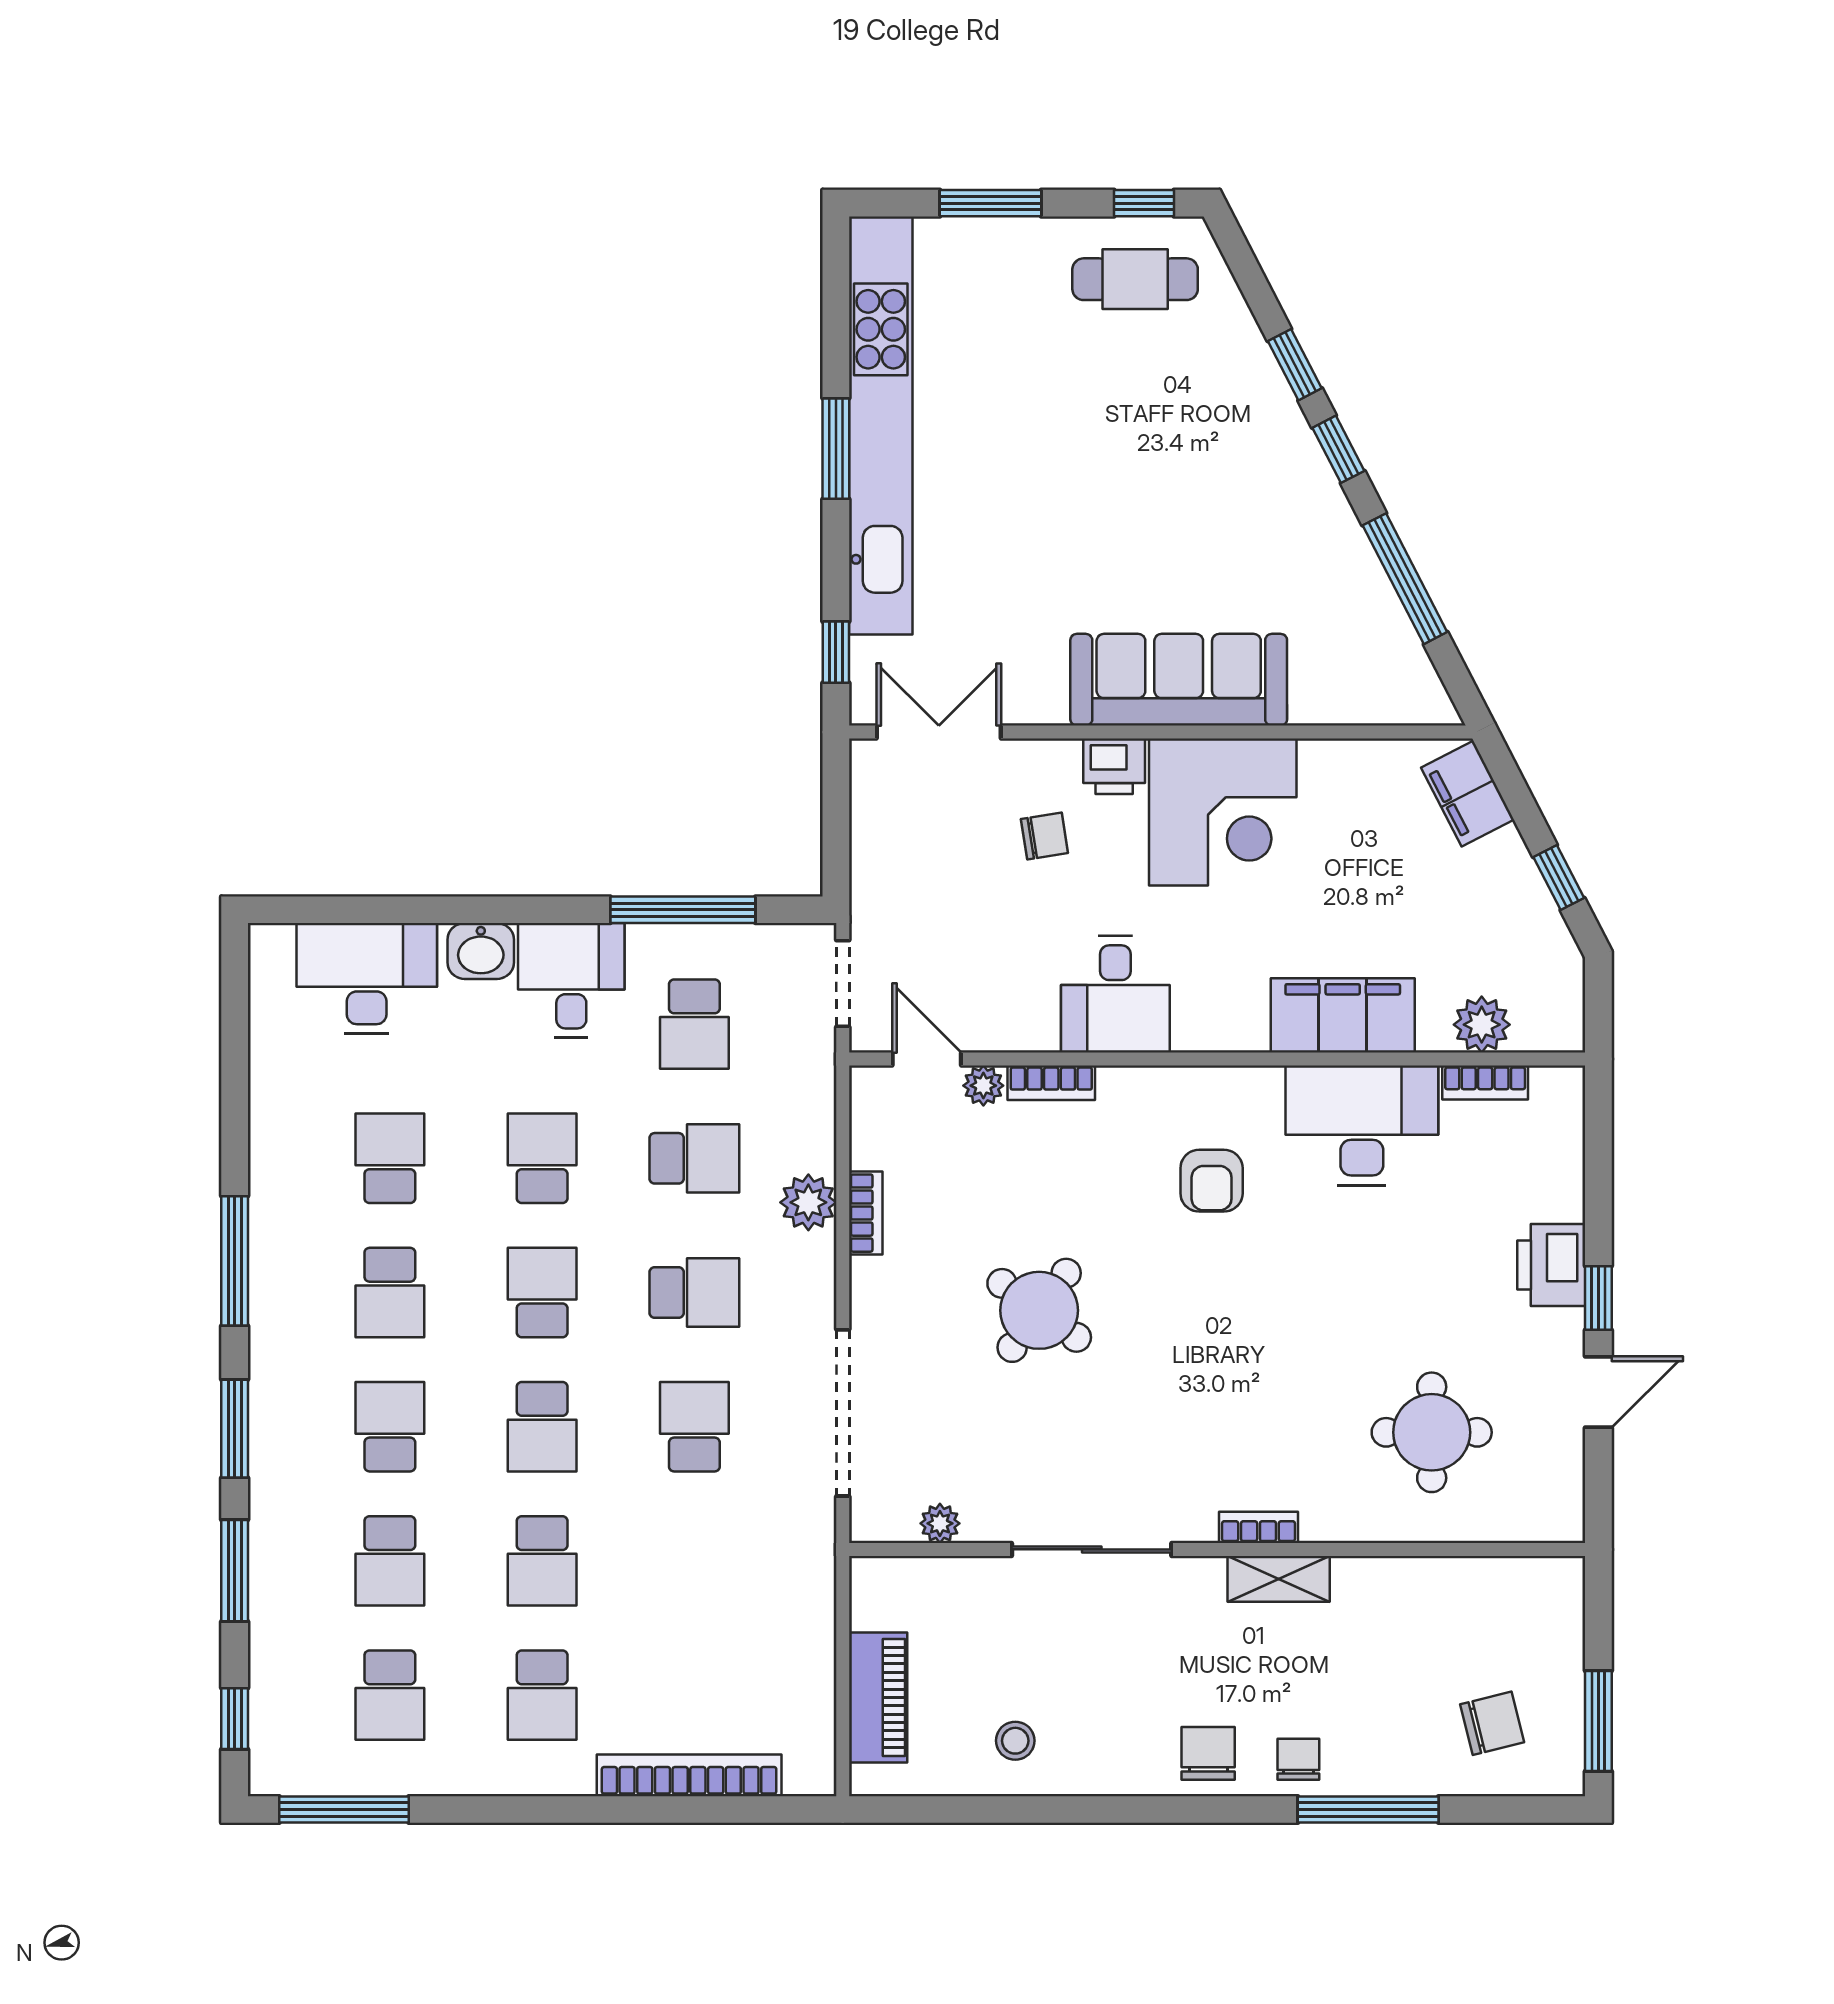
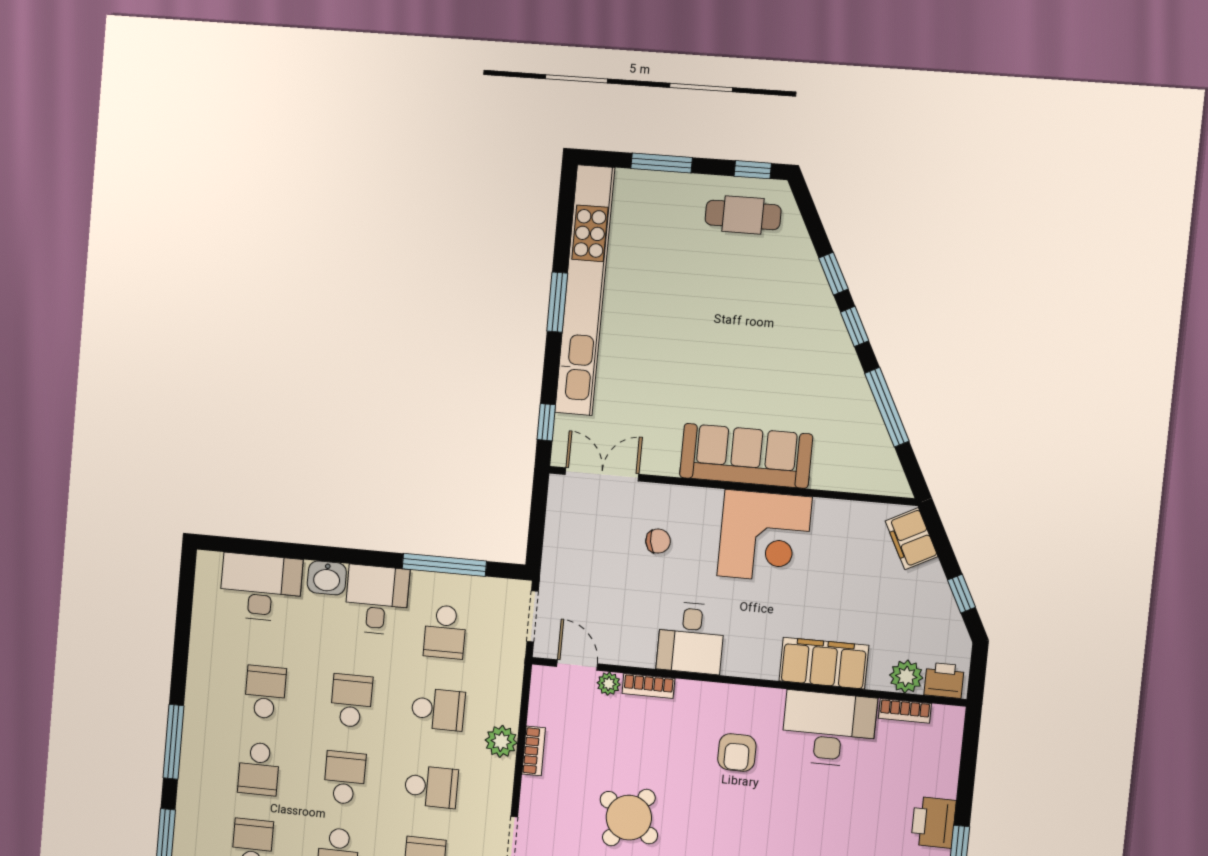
printer: (1114, 766) -> (944, 680), moved, turned 180

